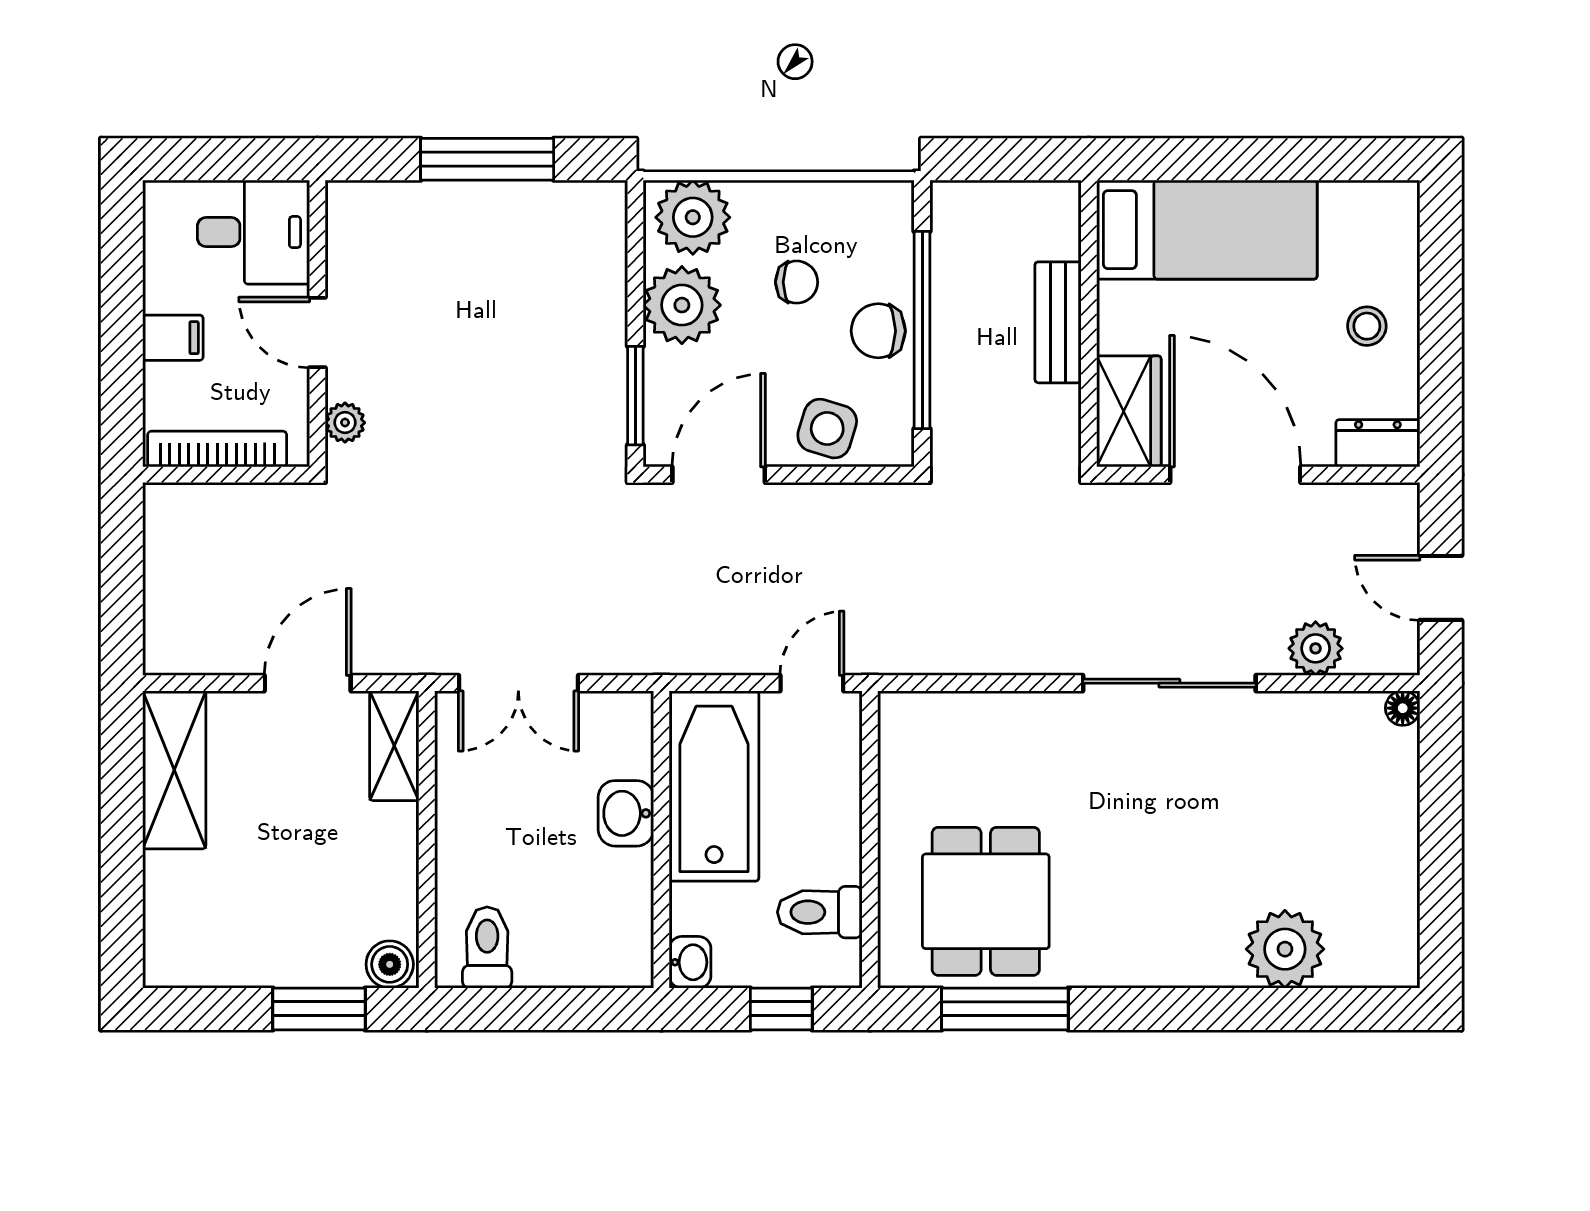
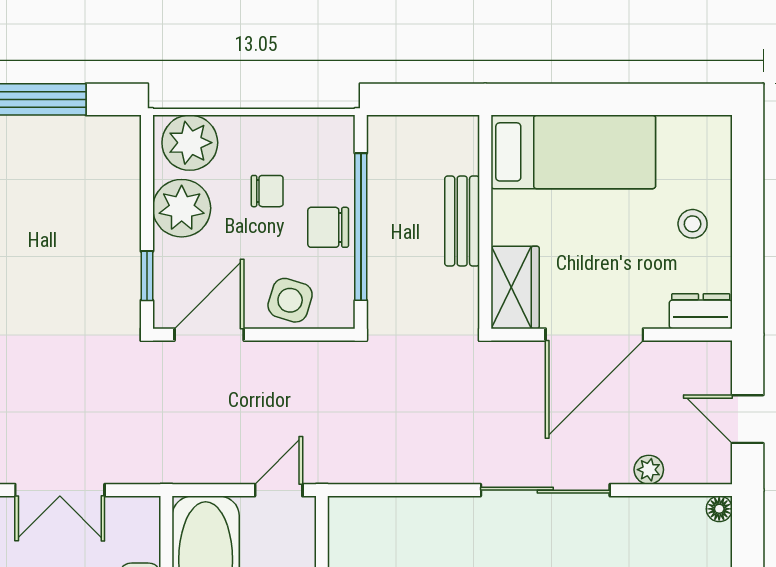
window: (635, 396) -> (147, 276), width x0.67
door: (1235, 475) -> (594, 335), swing flipped
plant: (1316, 648) -> (649, 470), width x0.73, depth x0.73

